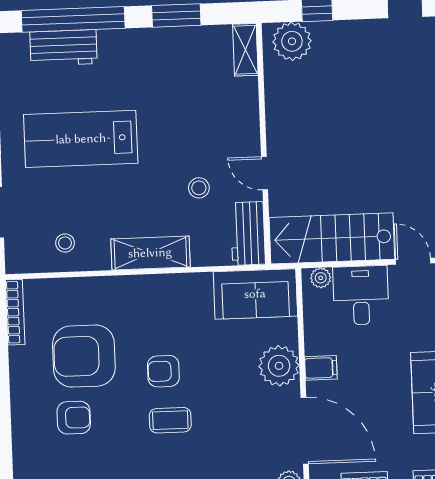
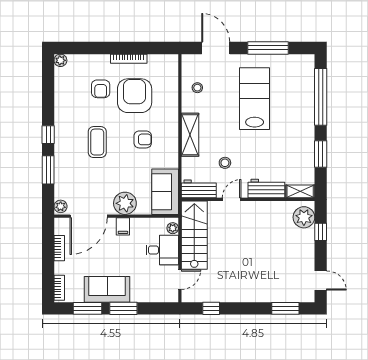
workbench: (63, 48) -> (266, 188), moved, turned 90
bookcase: (15, 312) -> (129, 59), moved
armchair: (163, 371) -> (143, 139), moved, turned 90
coffee table: (170, 420) -> (97, 142), width x1.36, depth x1.30

